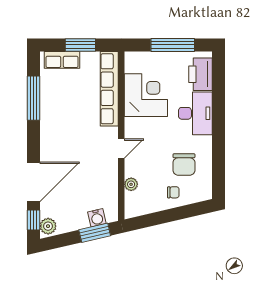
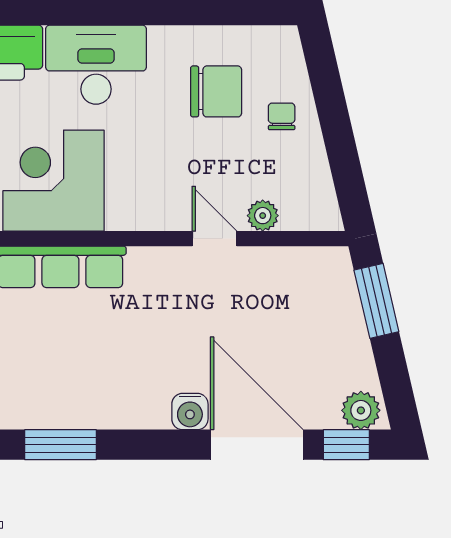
window: (33, 98) -> (61, 445), width x0.69
door: (121, 148) -> (215, 239), moved
water cooler: (97, 218) -> (190, 412), moved, turned 103

